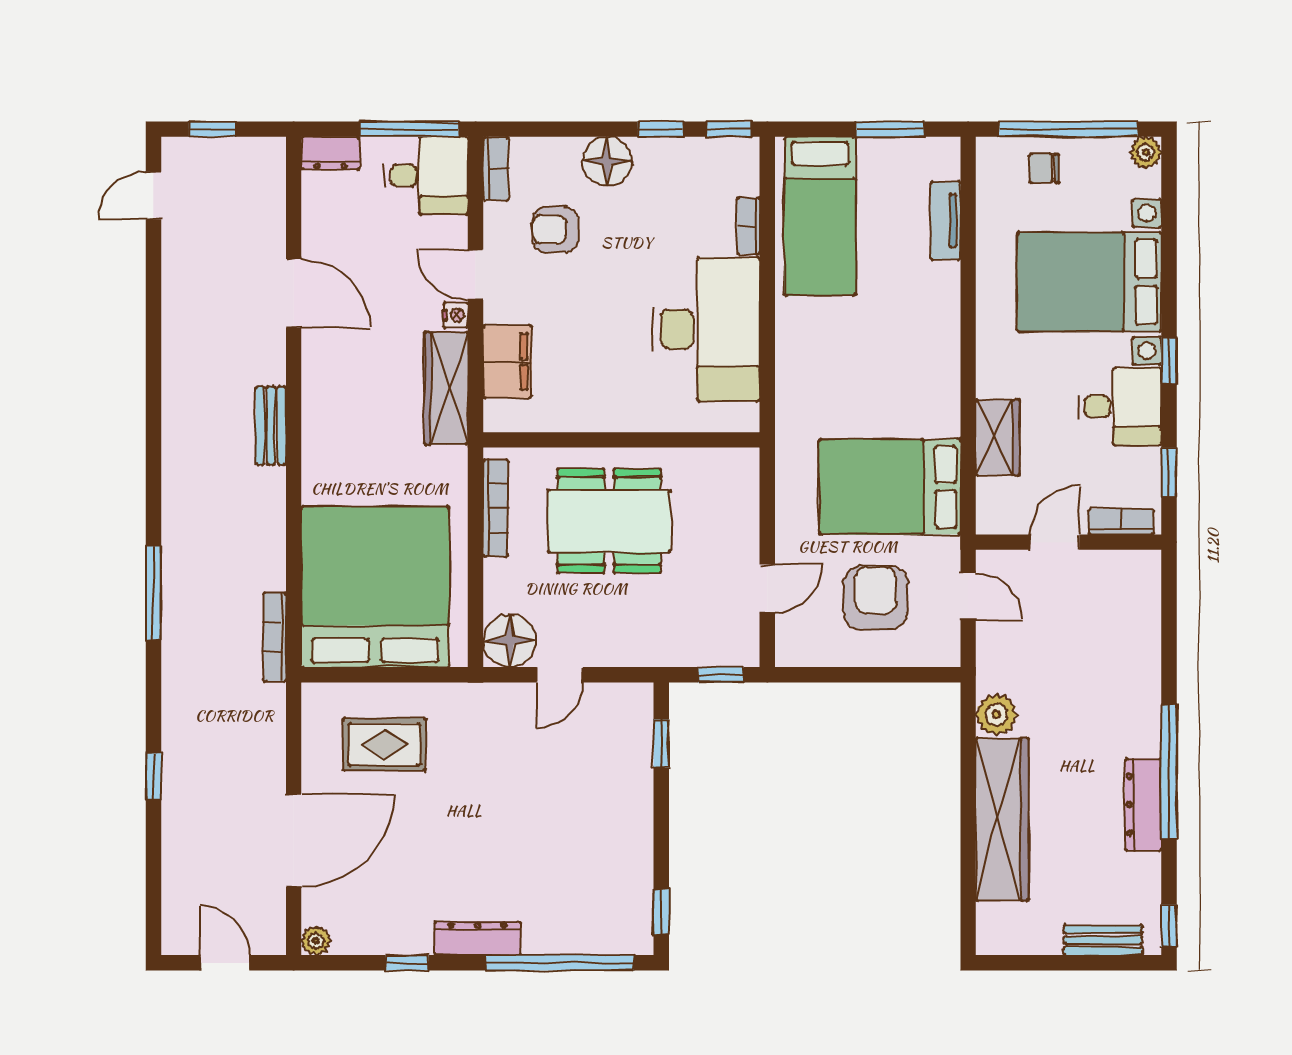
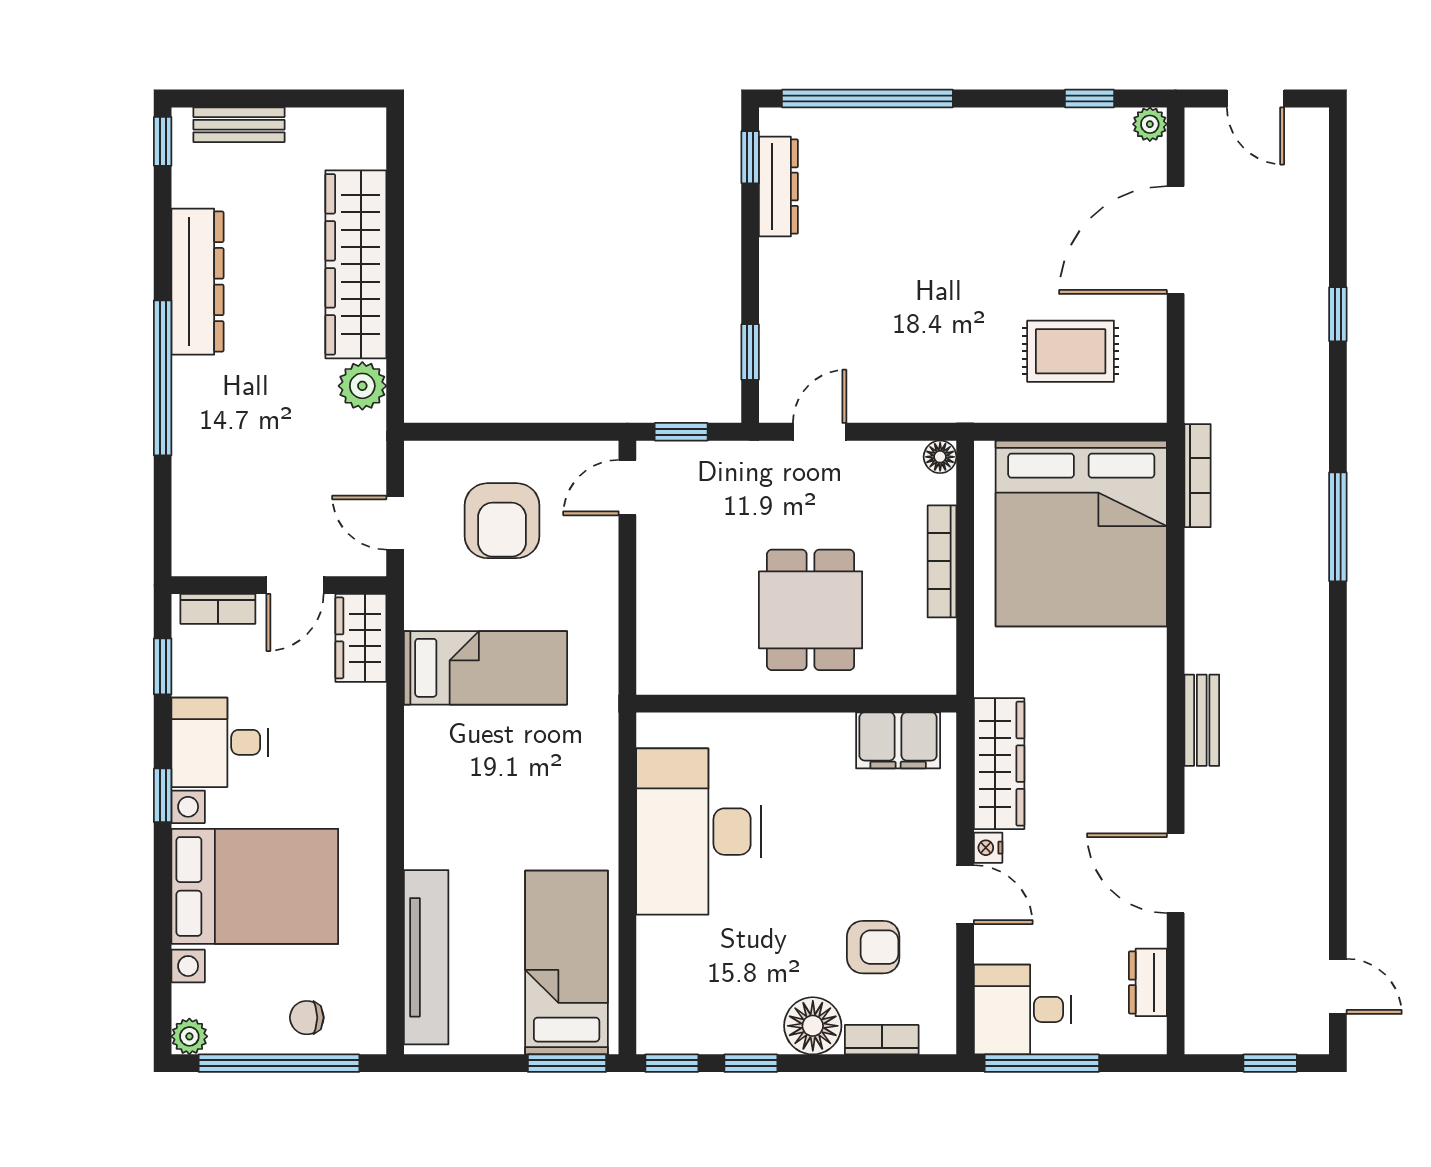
window: (890, 129) -> (567, 1063), moved
dresser: (330, 153) -> (1148, 982), moved, turned -90
bookcase: (496, 169) -> (882, 1040), moved, turned 90
chair: (1044, 169) -> (307, 1018), turned 180
door: (153, 195) -> (1338, 986), hinge flipped
tv unit: (946, 221) -> (426, 957), width x1.92, depth x1.29
bookcase: (748, 226) -> (649, 951), removed
filing cabinet: (507, 362) -> (898, 740), moved, turned -90
wardrobe: (998, 438) -> (361, 638), moved
bed: (890, 487) -> (485, 668), width x0.67
bookcase: (496, 508) -> (942, 561), moved
dining table: (609, 521) -> (811, 610), width x0.73
door: (767, 588) -> (627, 488), moved
floor lamp: (510, 641) -> (940, 457), width x0.53, depth x0.53
door: (560, 675) -> (820, 432), moved
window: (1169, 772) -> (163, 378), moved
dresser: (1143, 805) -> (197, 282), width x1.37, depth x1.24
dresser: (477, 938) -> (778, 187), moved, turned -90
window: (407, 963) -> (1089, 98), moved

